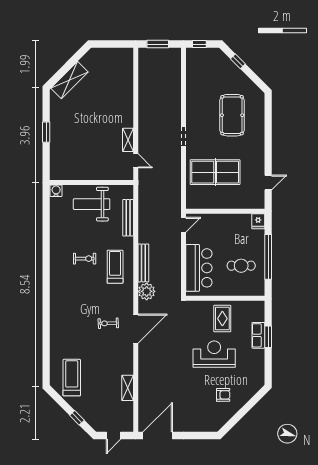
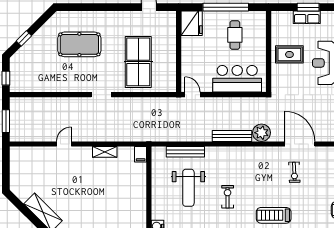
door: (136, 161) -> (64, 144), moved
filing cabinet: (126, 174) -> (141, 154), added
weight bench: (92, 204) -> (188, 188), moved
fridge: (258, 221) -> (192, 23), width x1.88, depth x1.34
treadmill: (115, 267) -> (274, 215), moved

